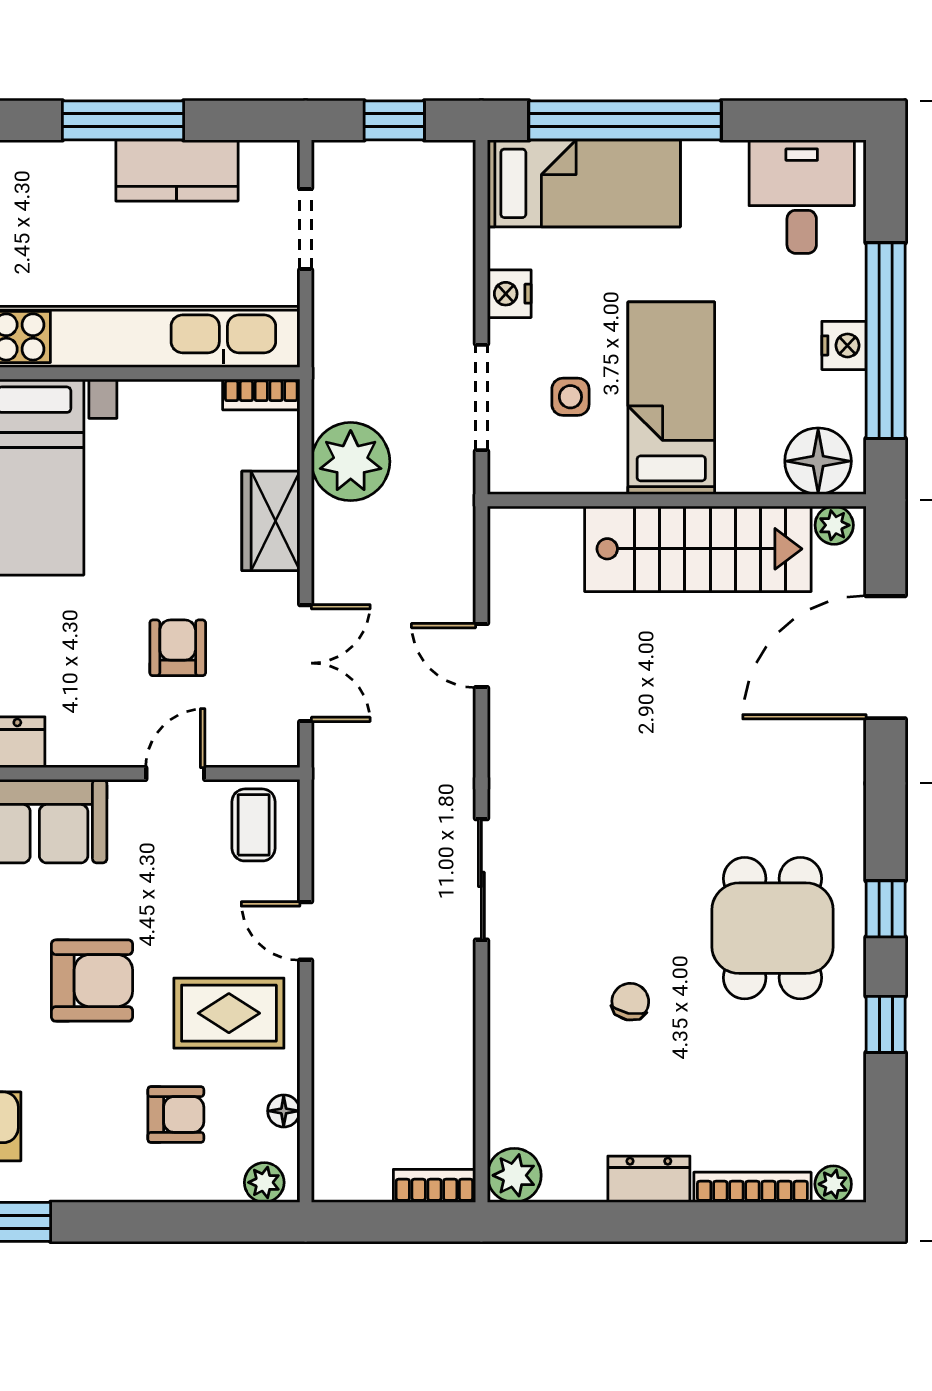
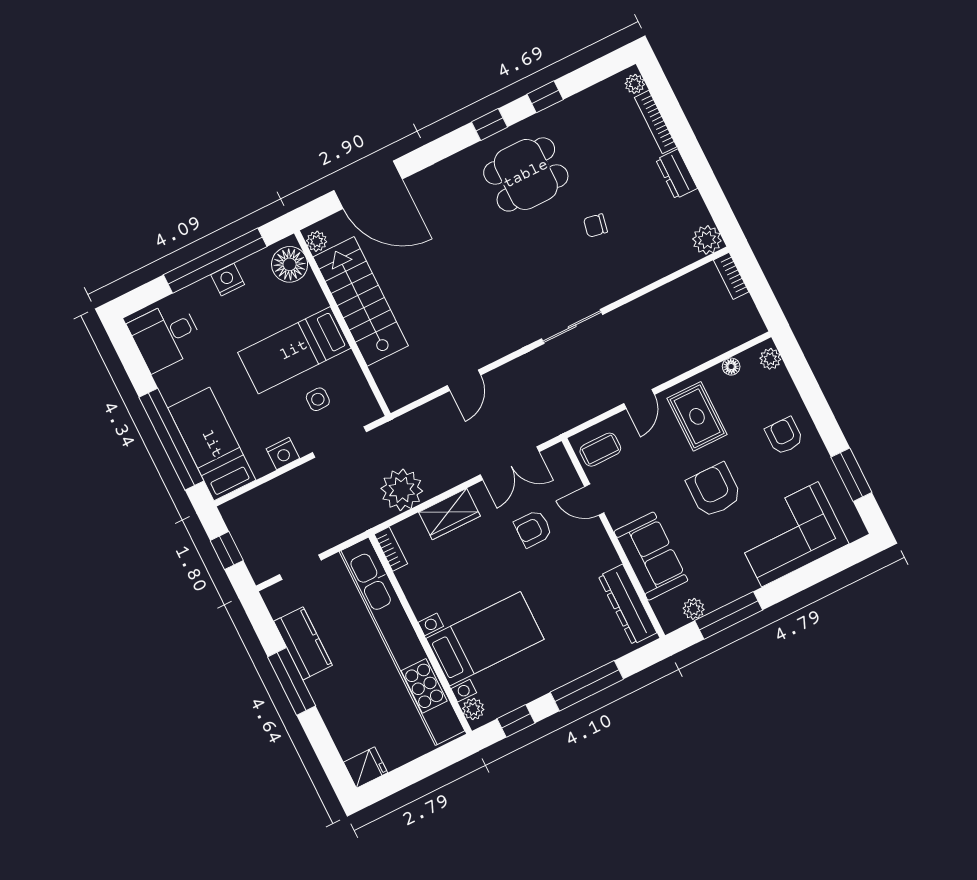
double door: (306, 663) -> (510, 463), swing flipped
armchair: (176, 1114) -> (784, 436), moved

